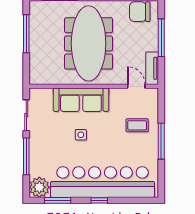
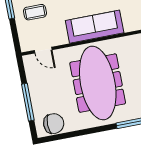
tv unit: (152, 68) -> (31, 71), removed

